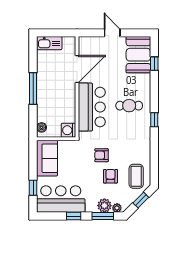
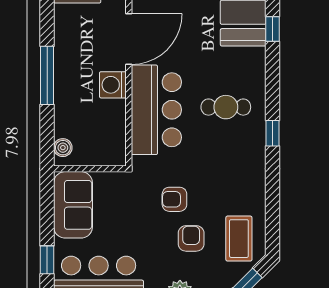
washing machine: (68, 130) -> (113, 85), moved

